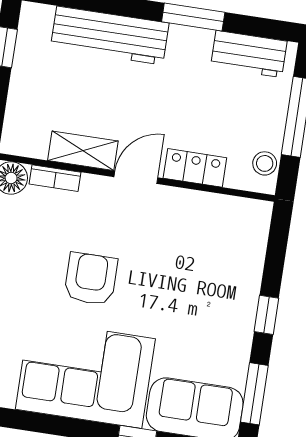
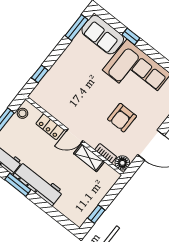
workbench: (110, 35) -> (38, 184), moved
armchair: (91, 279) -> (122, 118), moved
window: (266, 315) -> (40, 74), moved

